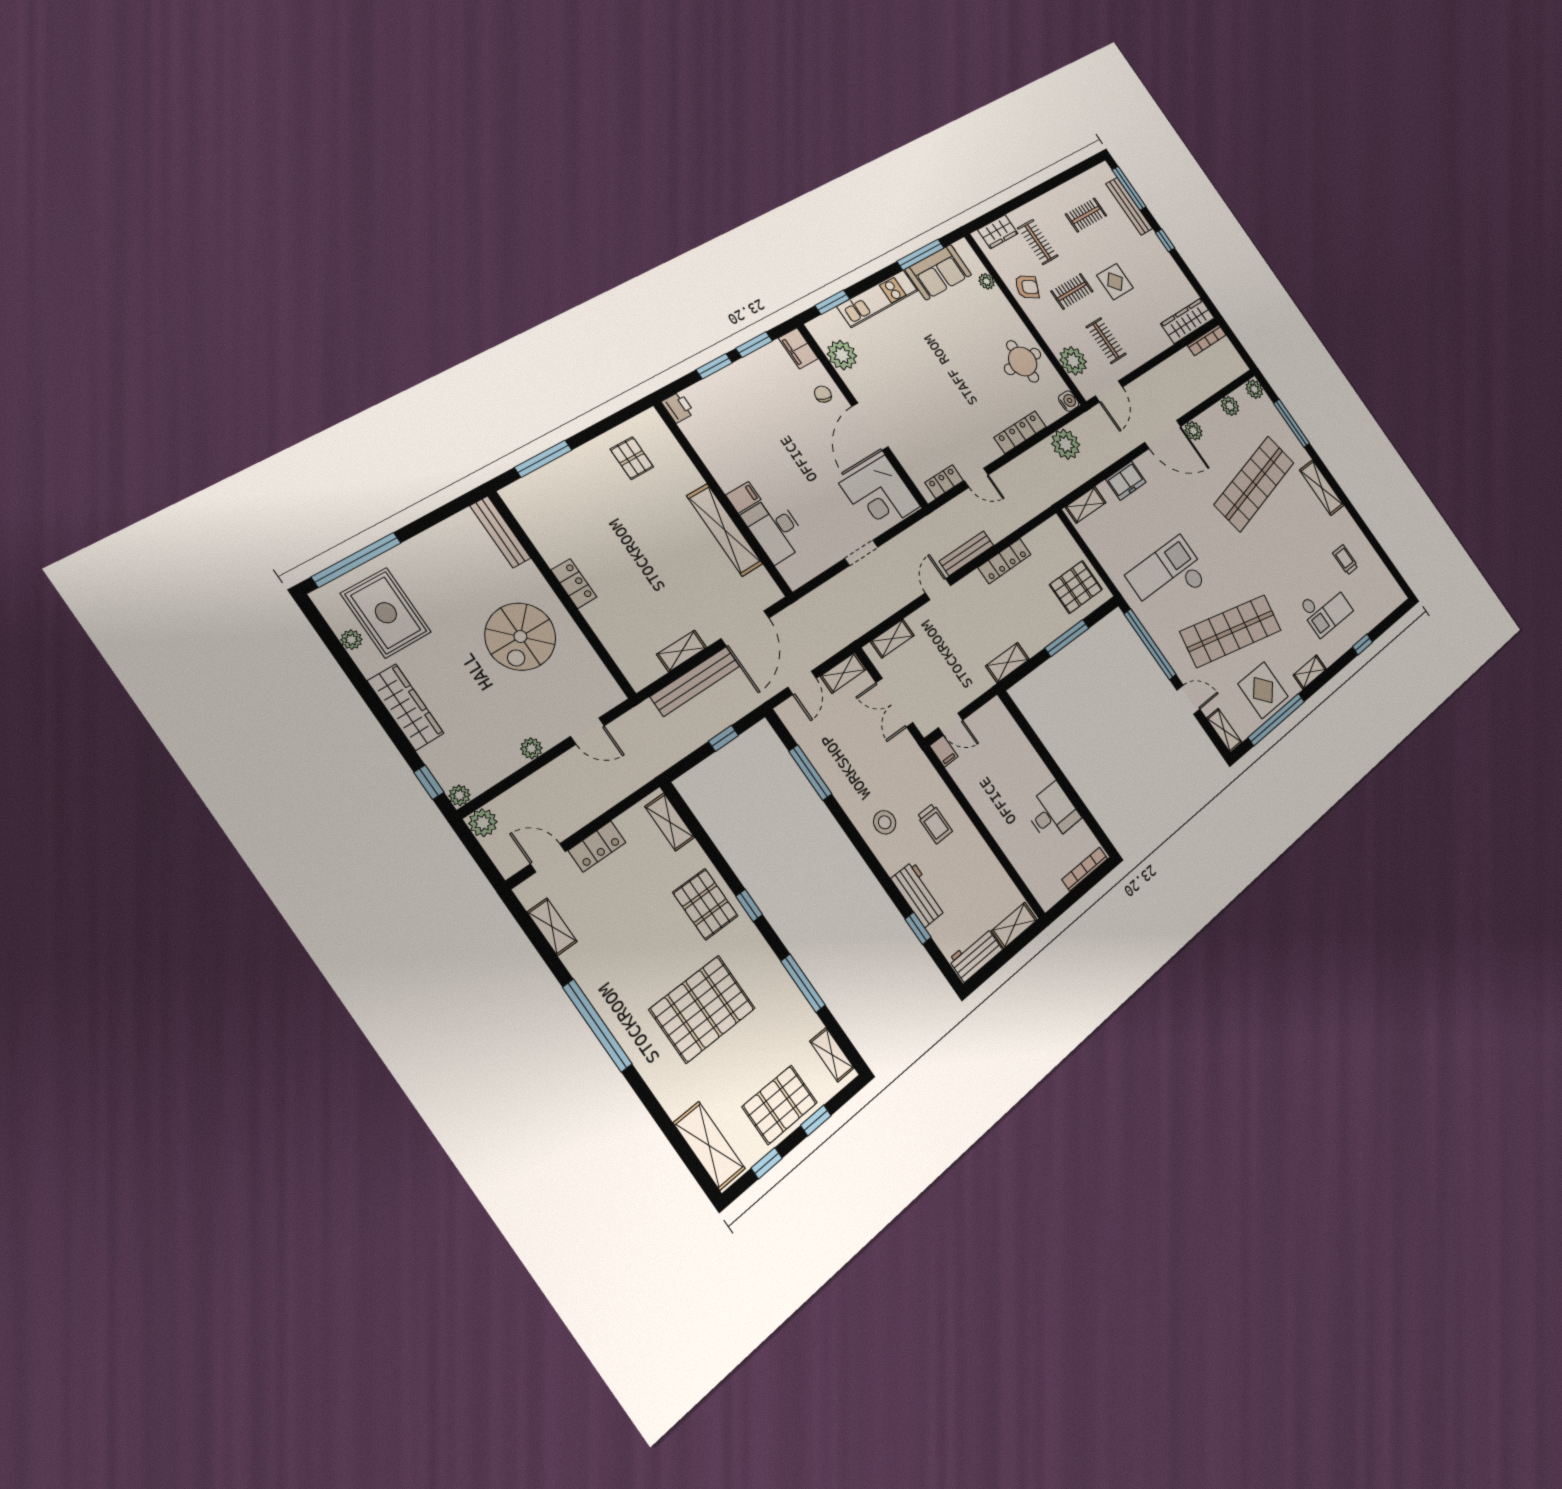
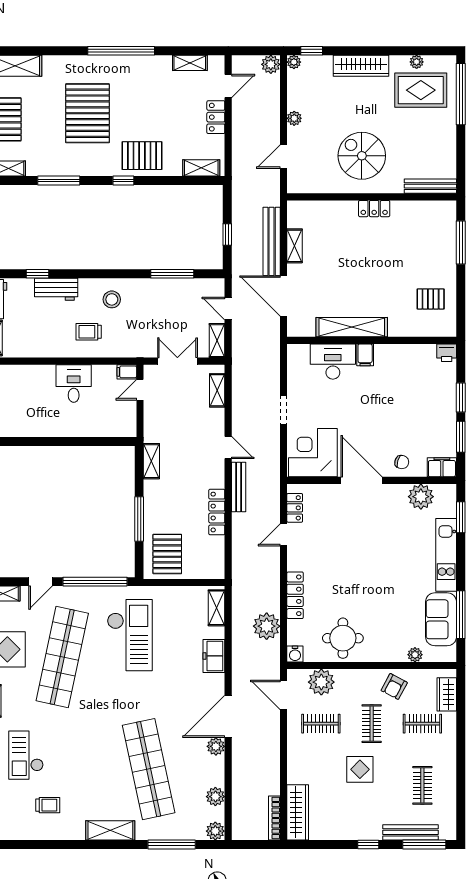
desk: (1052, 813) -> (74, 384), moved, turned 180

